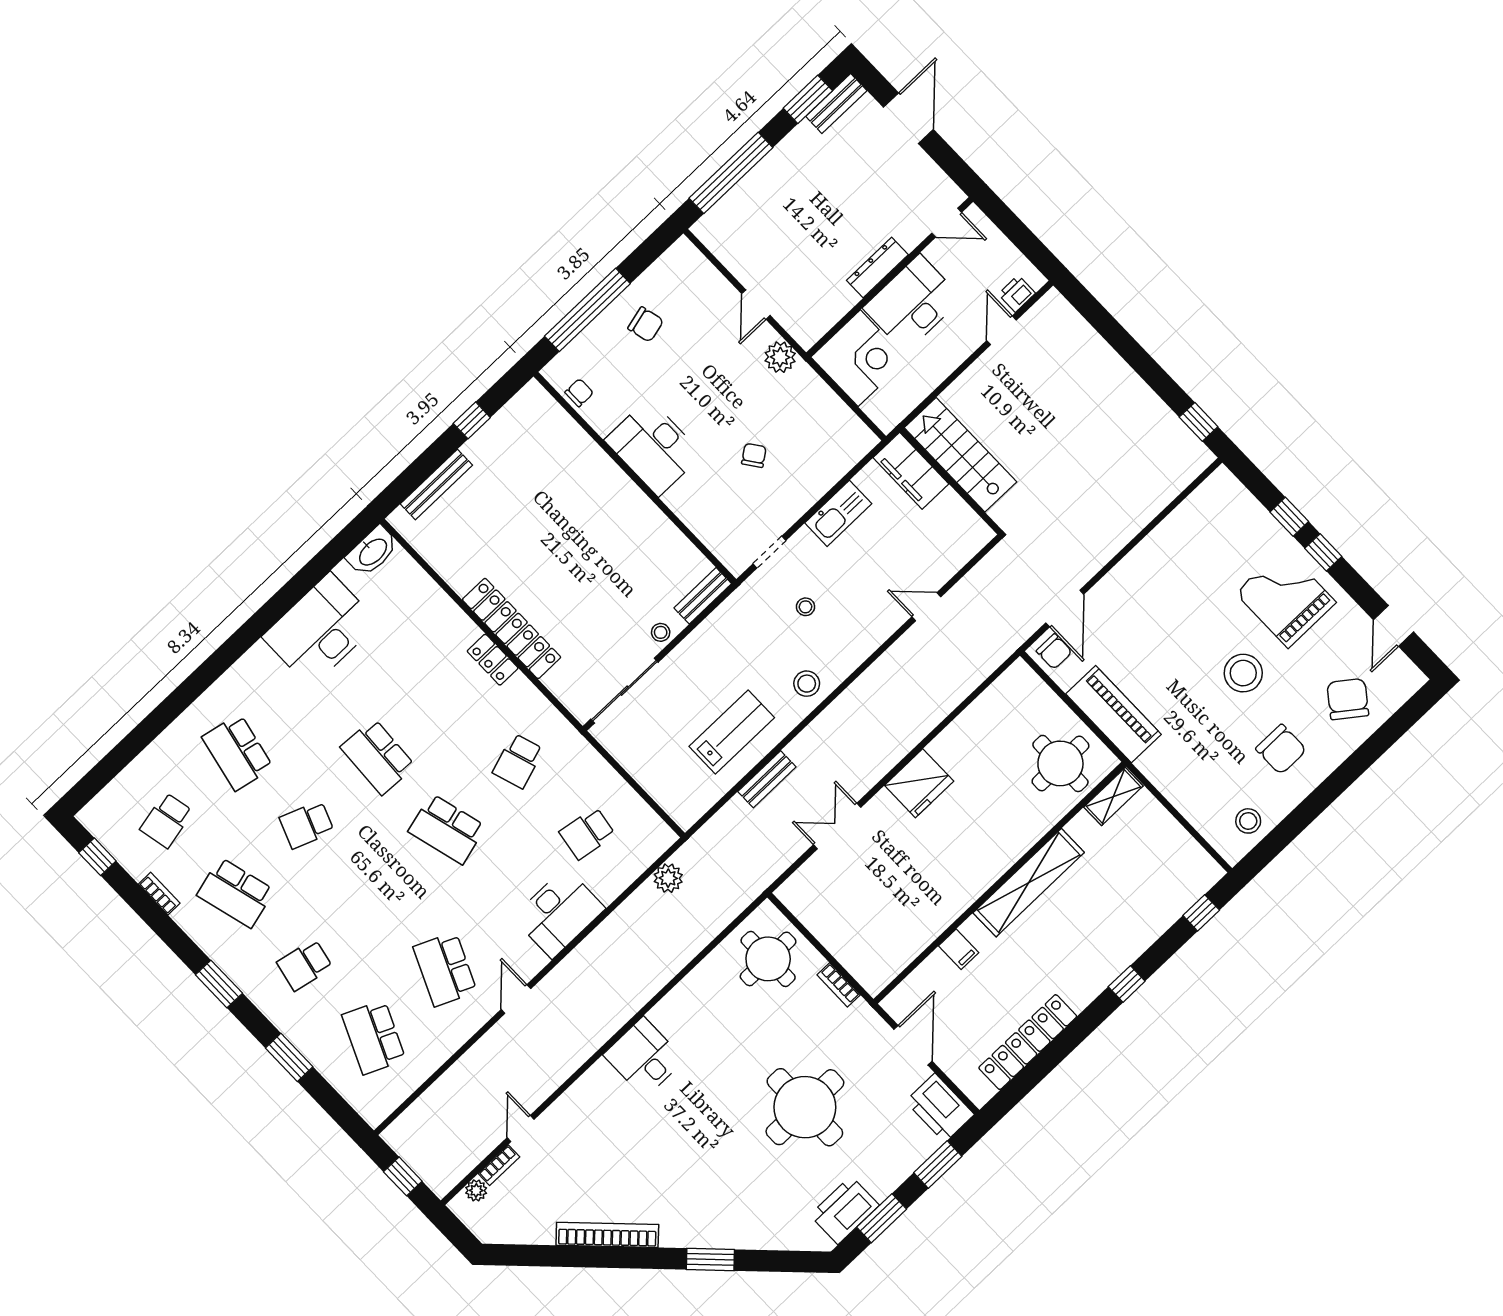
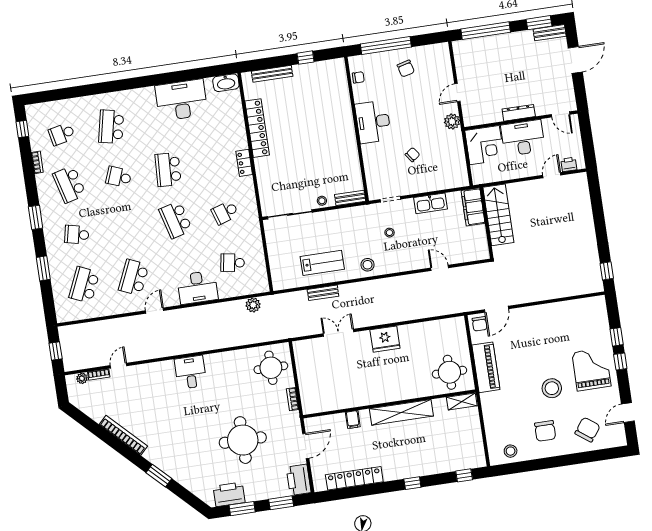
locker: (512, 628) -> (257, 128), moved

